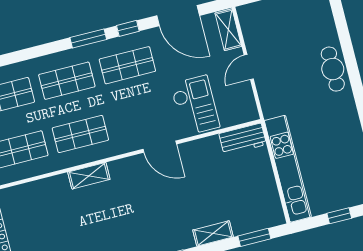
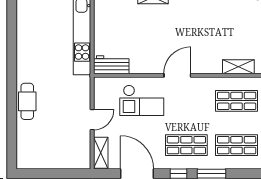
checkout: (195, 105) -> (142, 100), turned -90
door: (160, 147) -> (177, 75), hinge flipped

